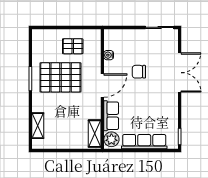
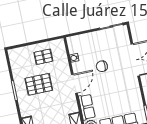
pallet: (60, 77) -> (39, 84), width x0.73, depth x0.71

